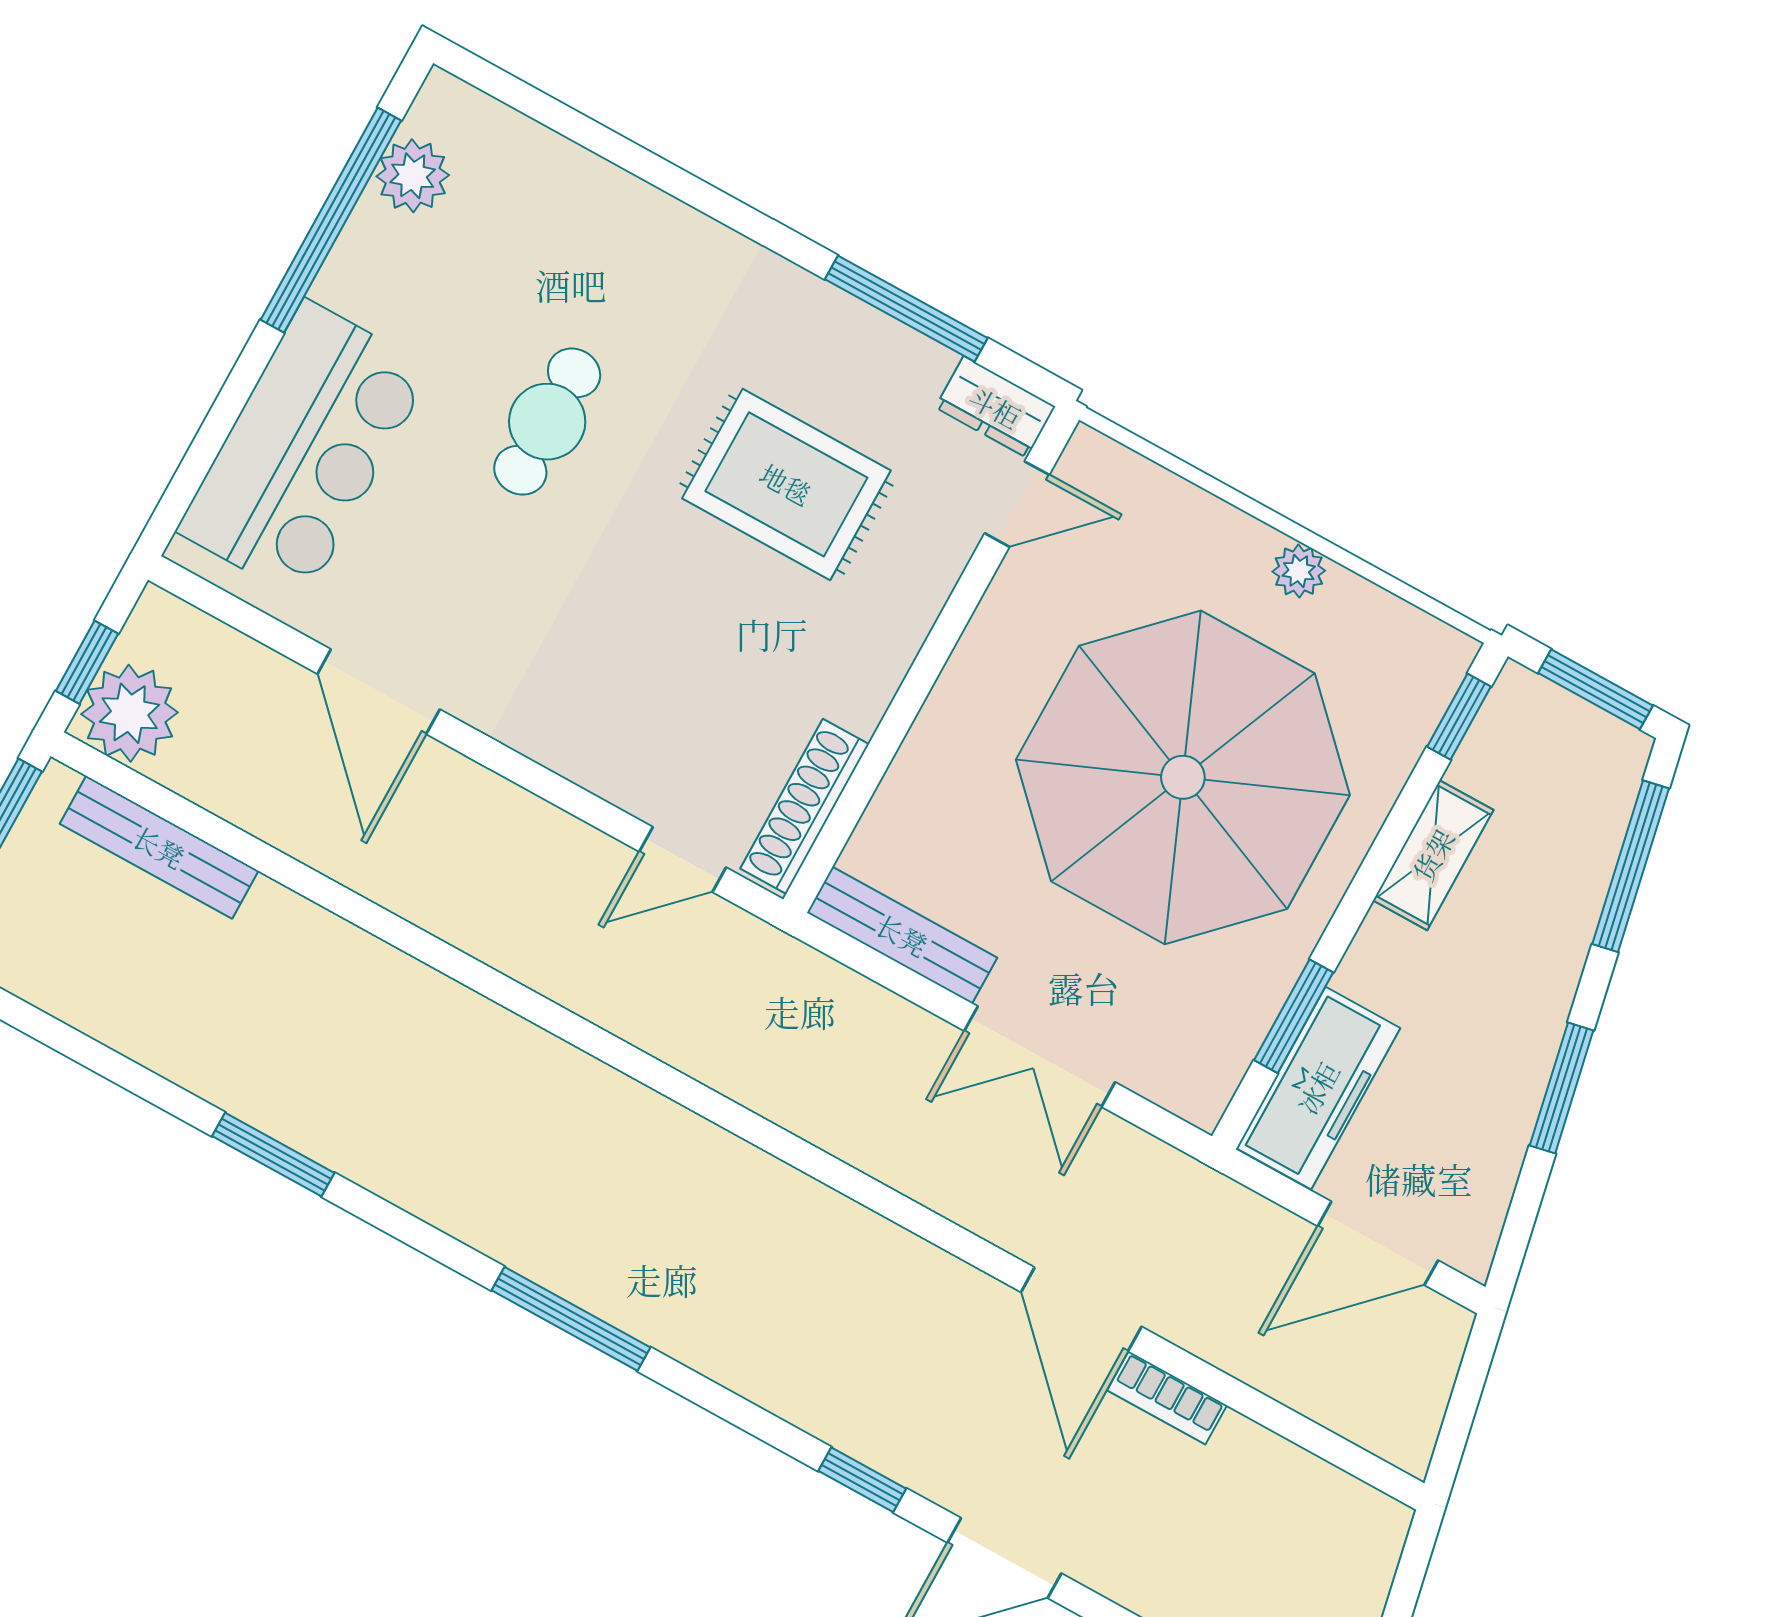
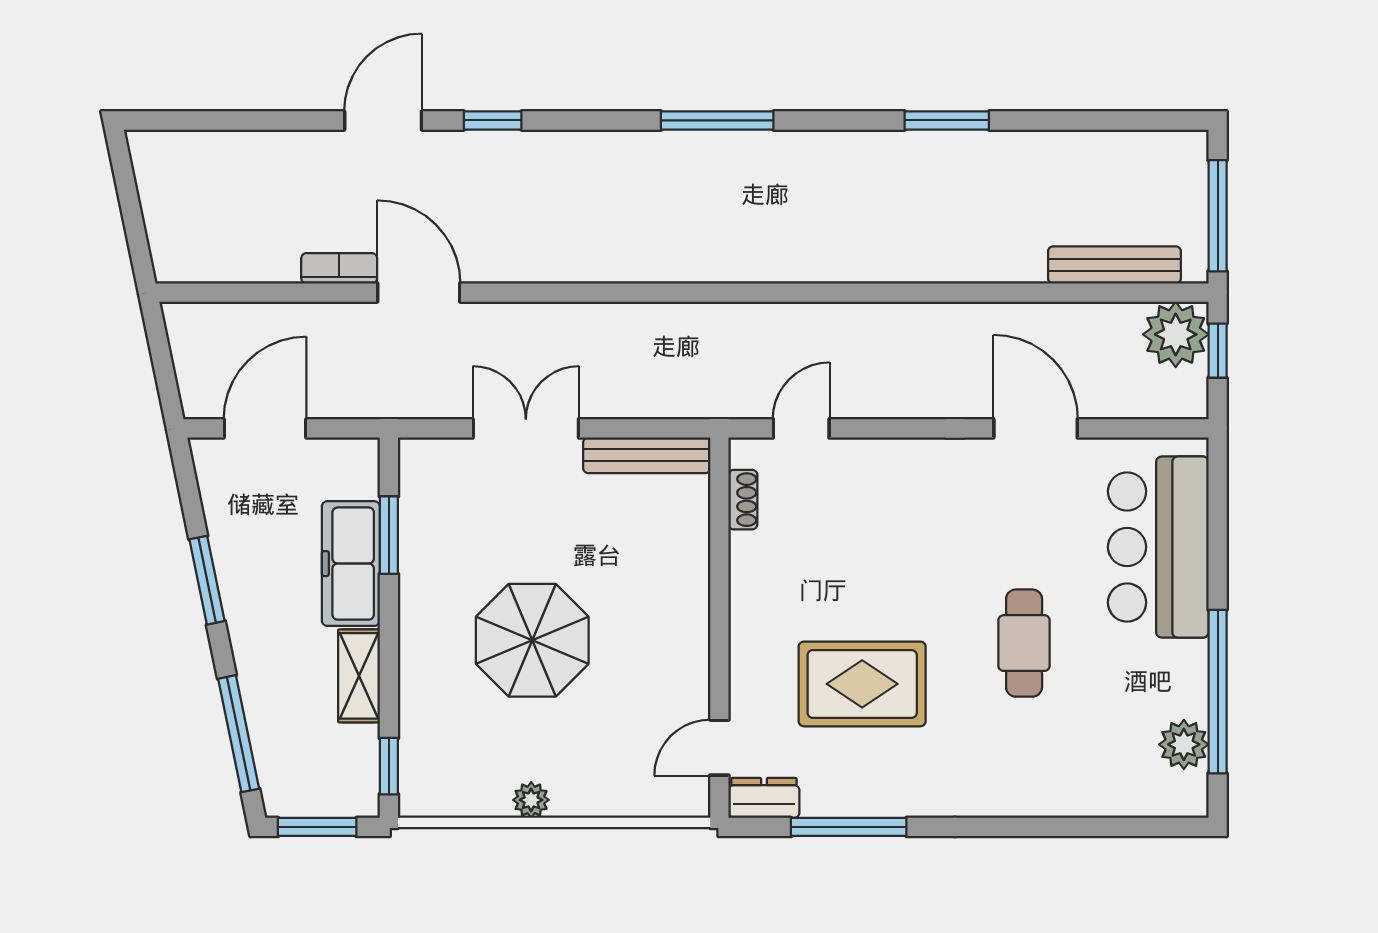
parasol: (1183, 777) -> (532, 640), width x0.54, depth x0.54
shoe rack: (805, 806) -> (743, 500), width x0.51, depth x0.81
freezer: (1318, 1088) -> (351, 564), moved

